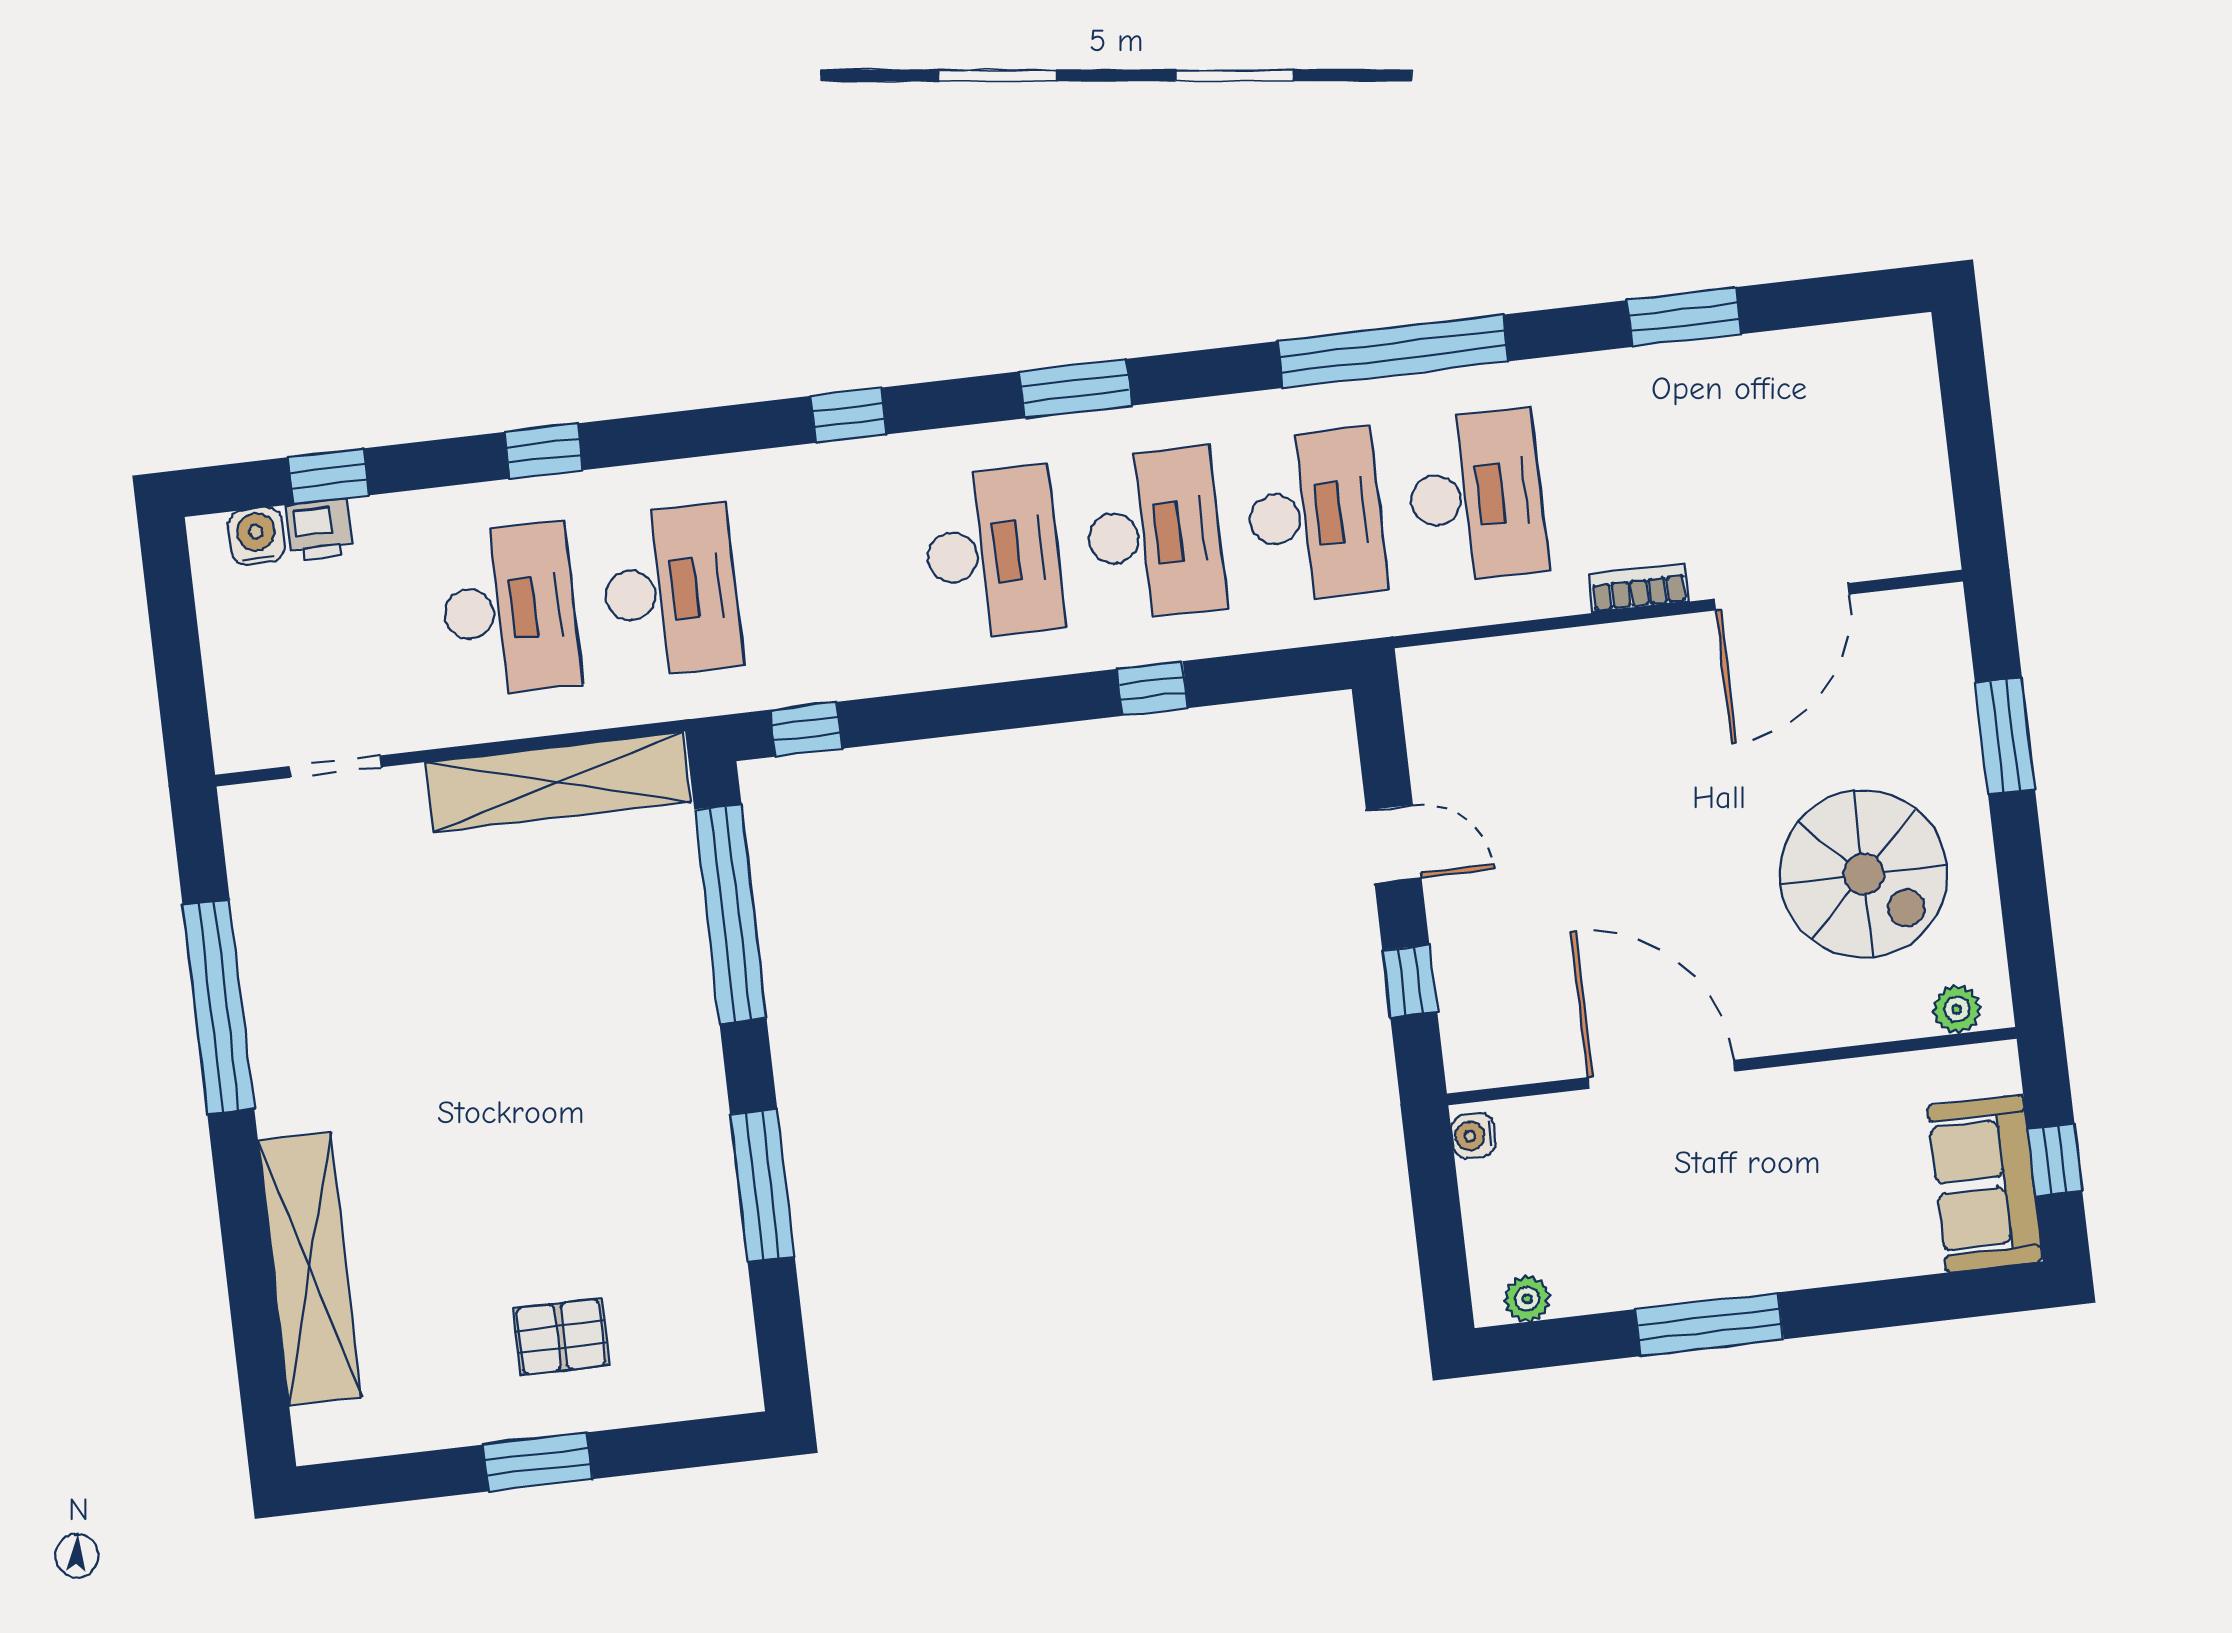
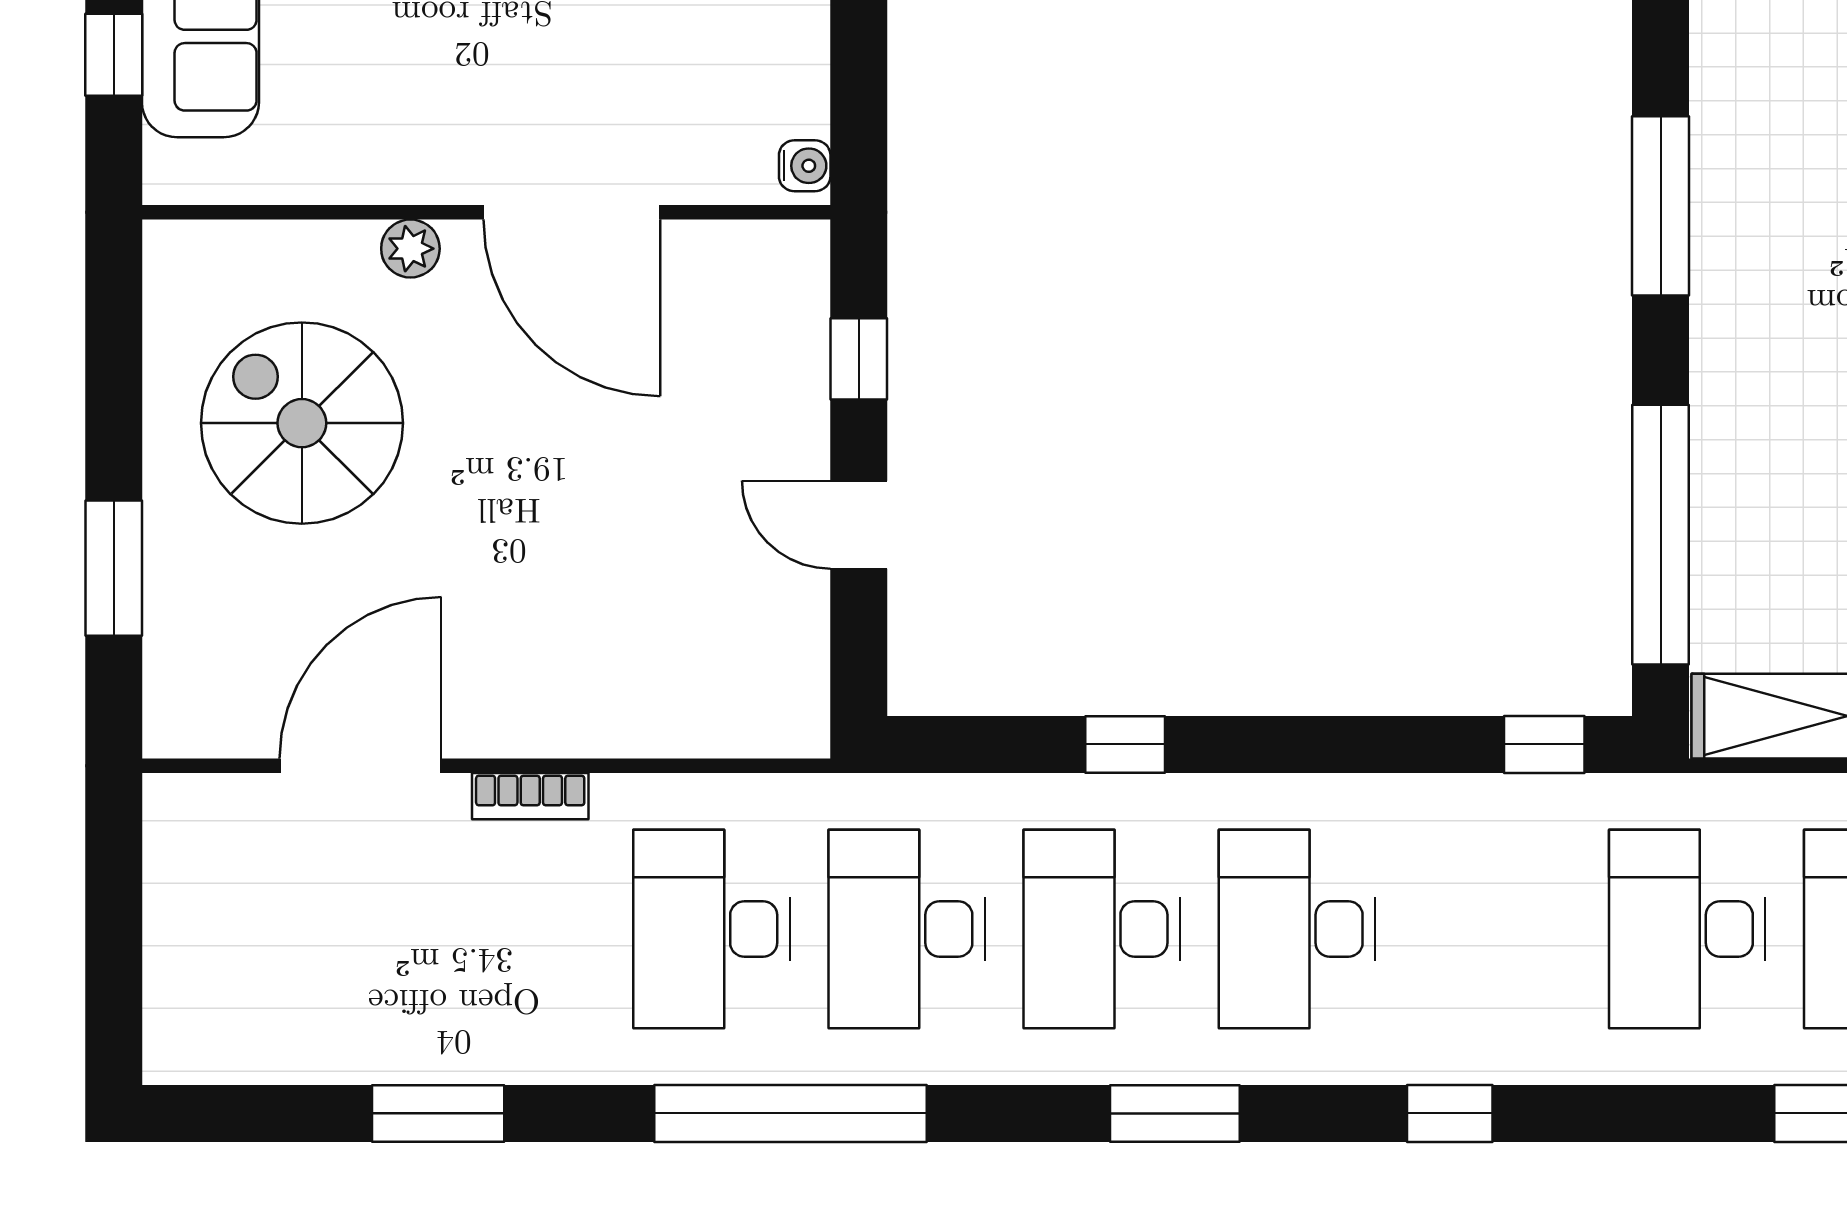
plant: (1957, 1009) -> (410, 249), moved

